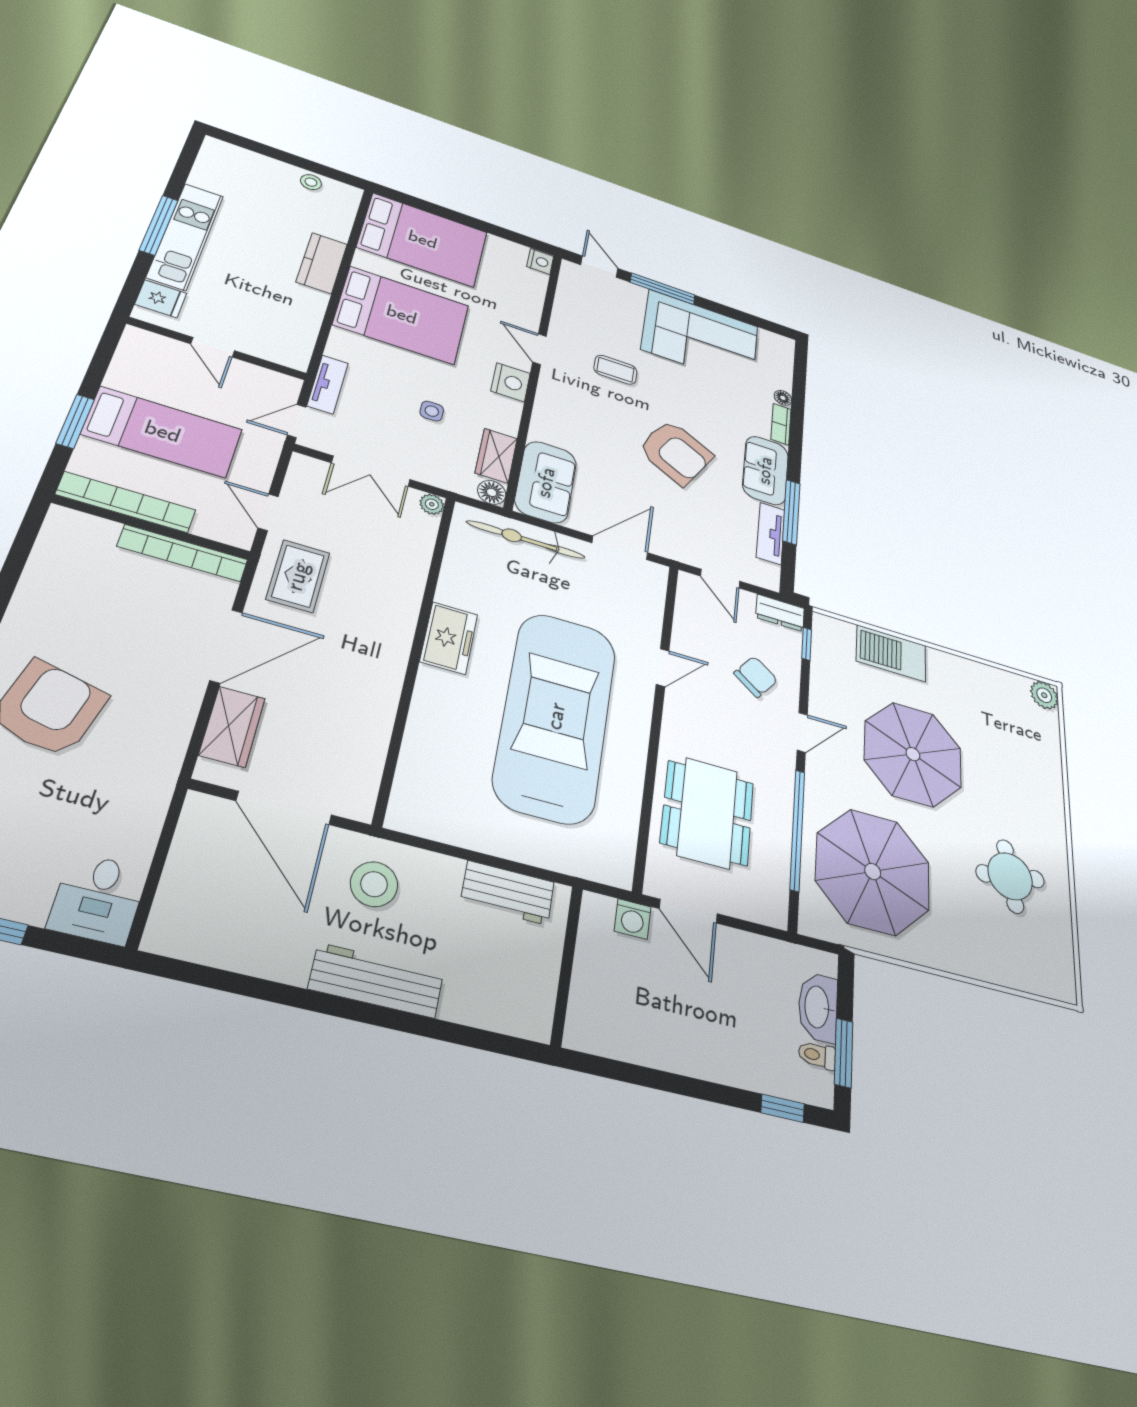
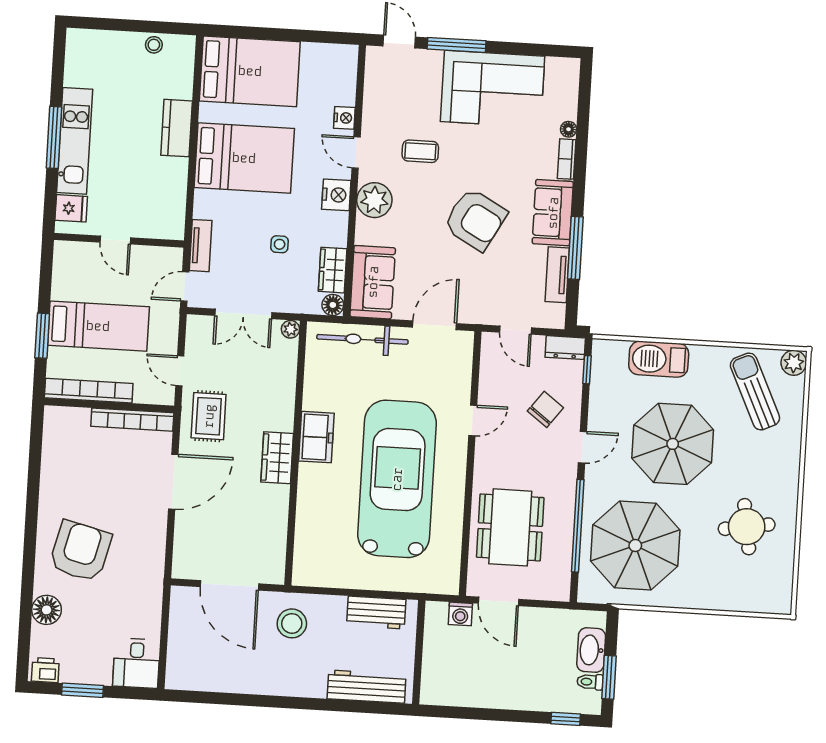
nightstand: (540, 261) -> (344, 118), moved
plant: (557, 400) -> (374, 200), added
sun lounger: (1004, 716) -> (755, 392), added
wardrobe: (232, 727) -> (277, 458), moved, turned 180
workbench: (377, 980) -> (367, 687), moved

